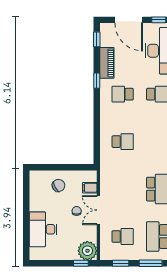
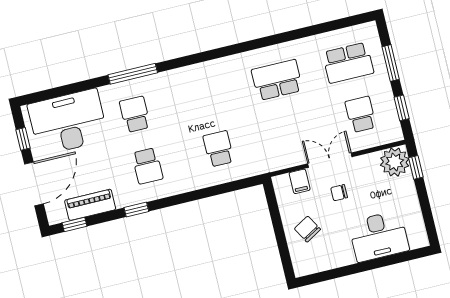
piano: (107, 63) -> (90, 205), moved
double door: (98, 210) -> (330, 160), swing flipped

